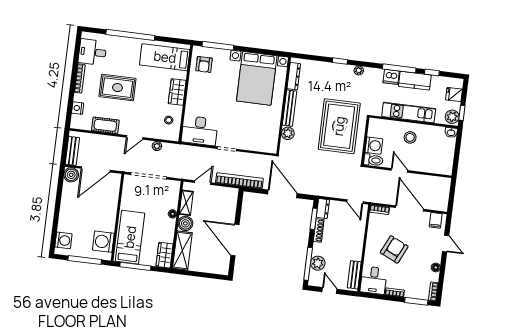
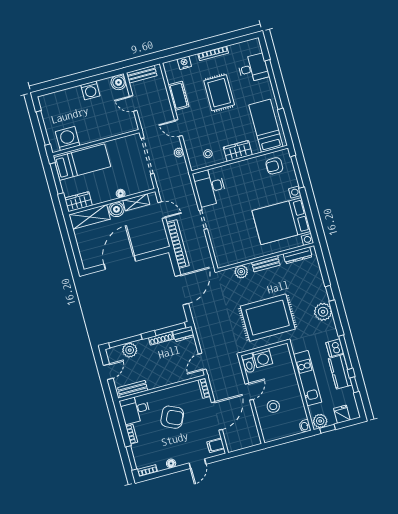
desk: (92, 52) -> (253, 68), moved, turned 90
plant: (359, 70) -> (323, 312), width x1.88, depth x1.88
bench: (290, 108) -> (266, 264), width x0.73
stool: (410, 137) -> (273, 406), moved
door: (96, 169) -> (133, 103), width x0.53
window: (314, 219) -> (170, 329), width x1.44
washing machine: (63, 240) -> (90, 90), moved

